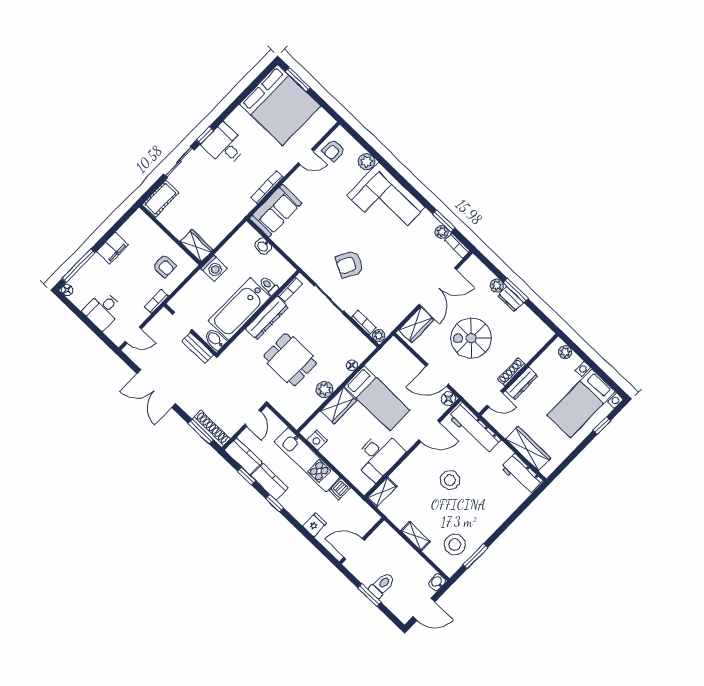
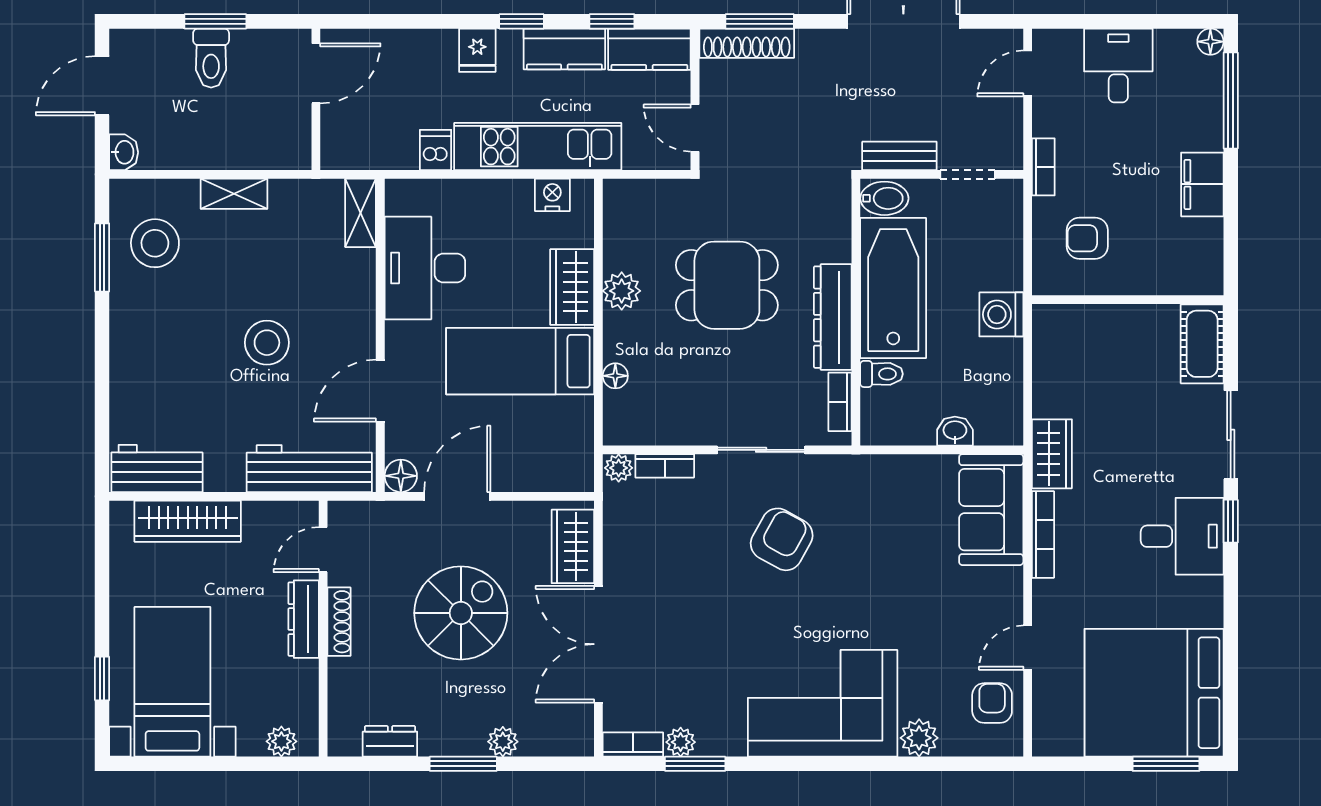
wardrobe: (197, 246) -> (1052, 454), moved, turned -90
dresser: (511, 299) -> (390, 741), moved
fridge: (315, 525) -> (477, 50), moved

